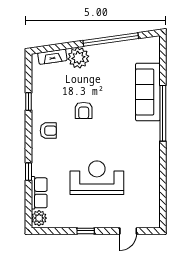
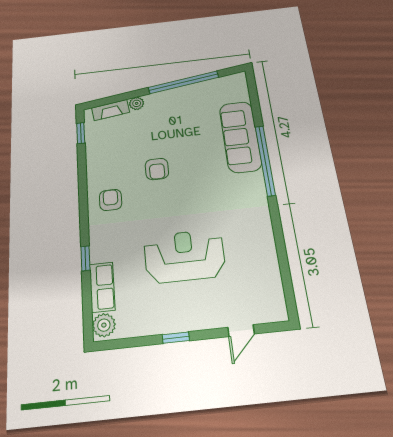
plant: (78, 58) -> (137, 103), width x0.53, depth x0.53
window: (28, 102) -> (81, 133), moved
armchair: (48, 131) -> (111, 200), turned -90

